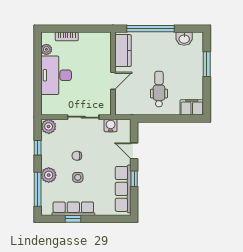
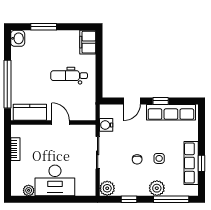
bookcase: (67, 36) -> (15, 149), moved
washbasin: (184, 39) -> (18, 38), moved

